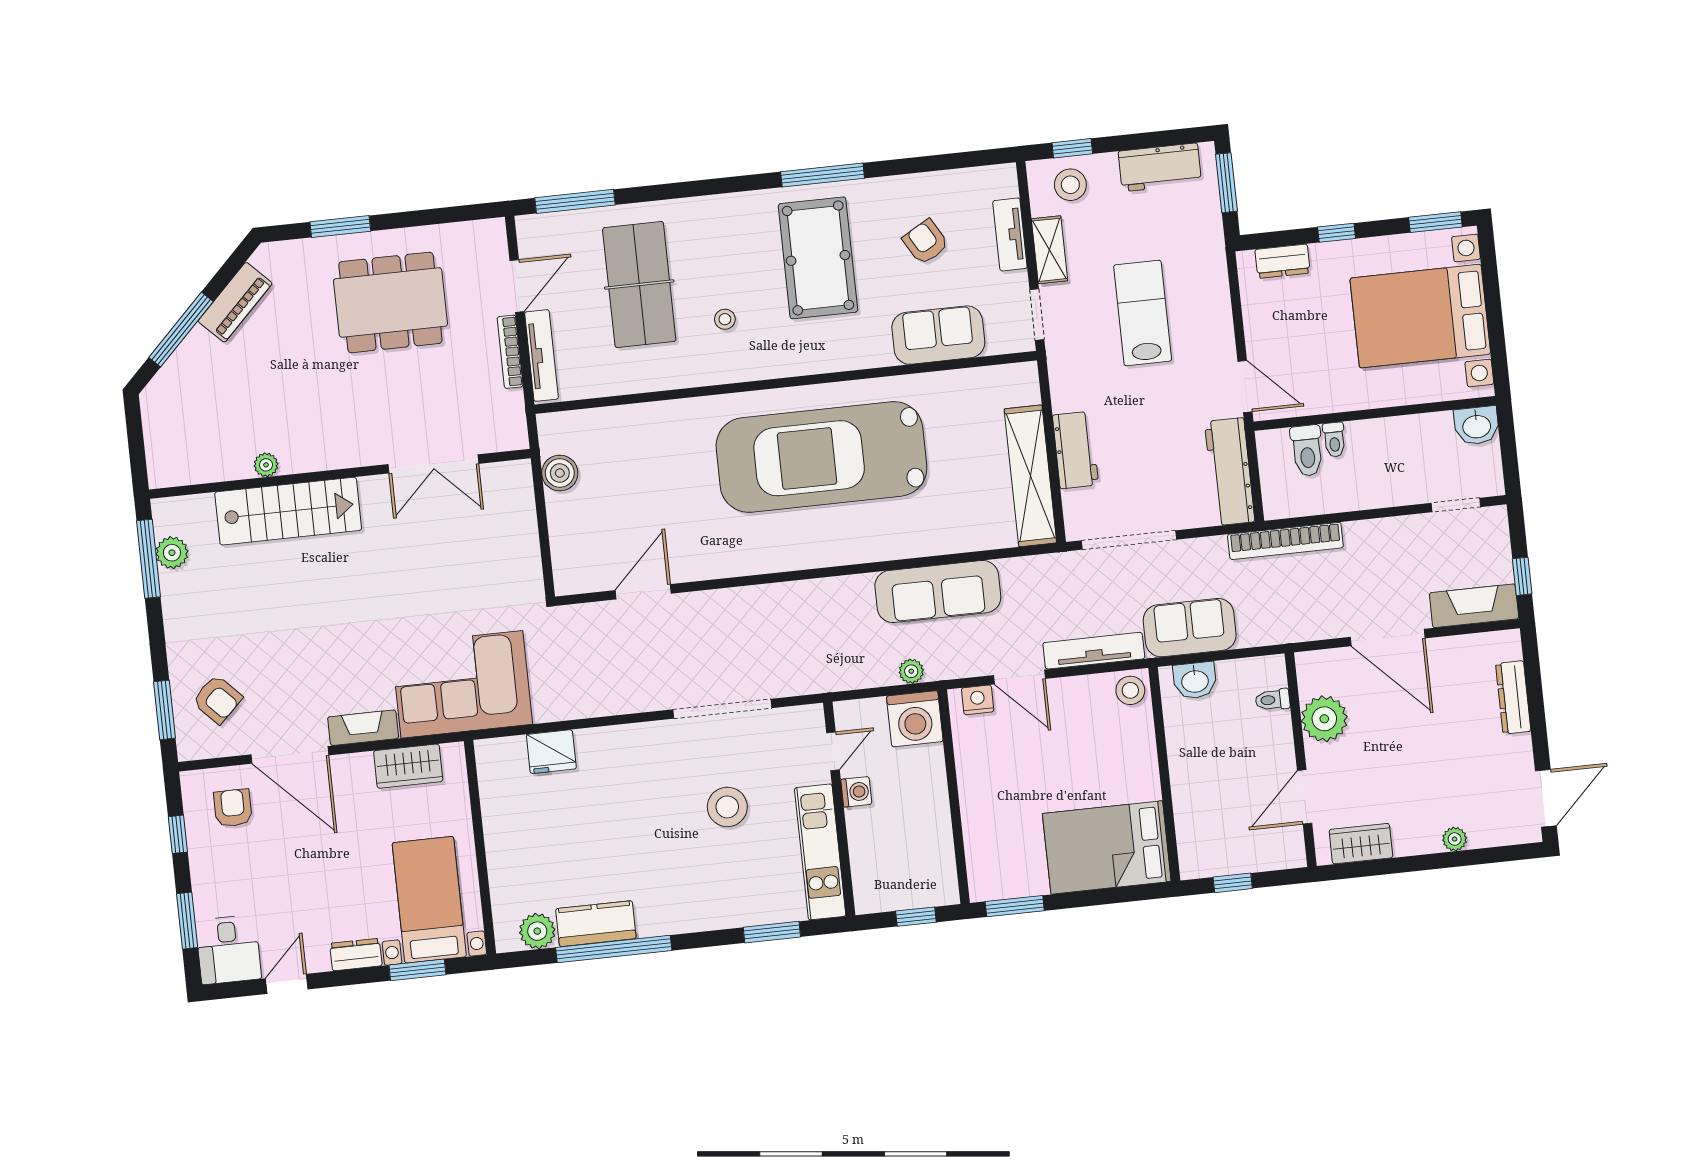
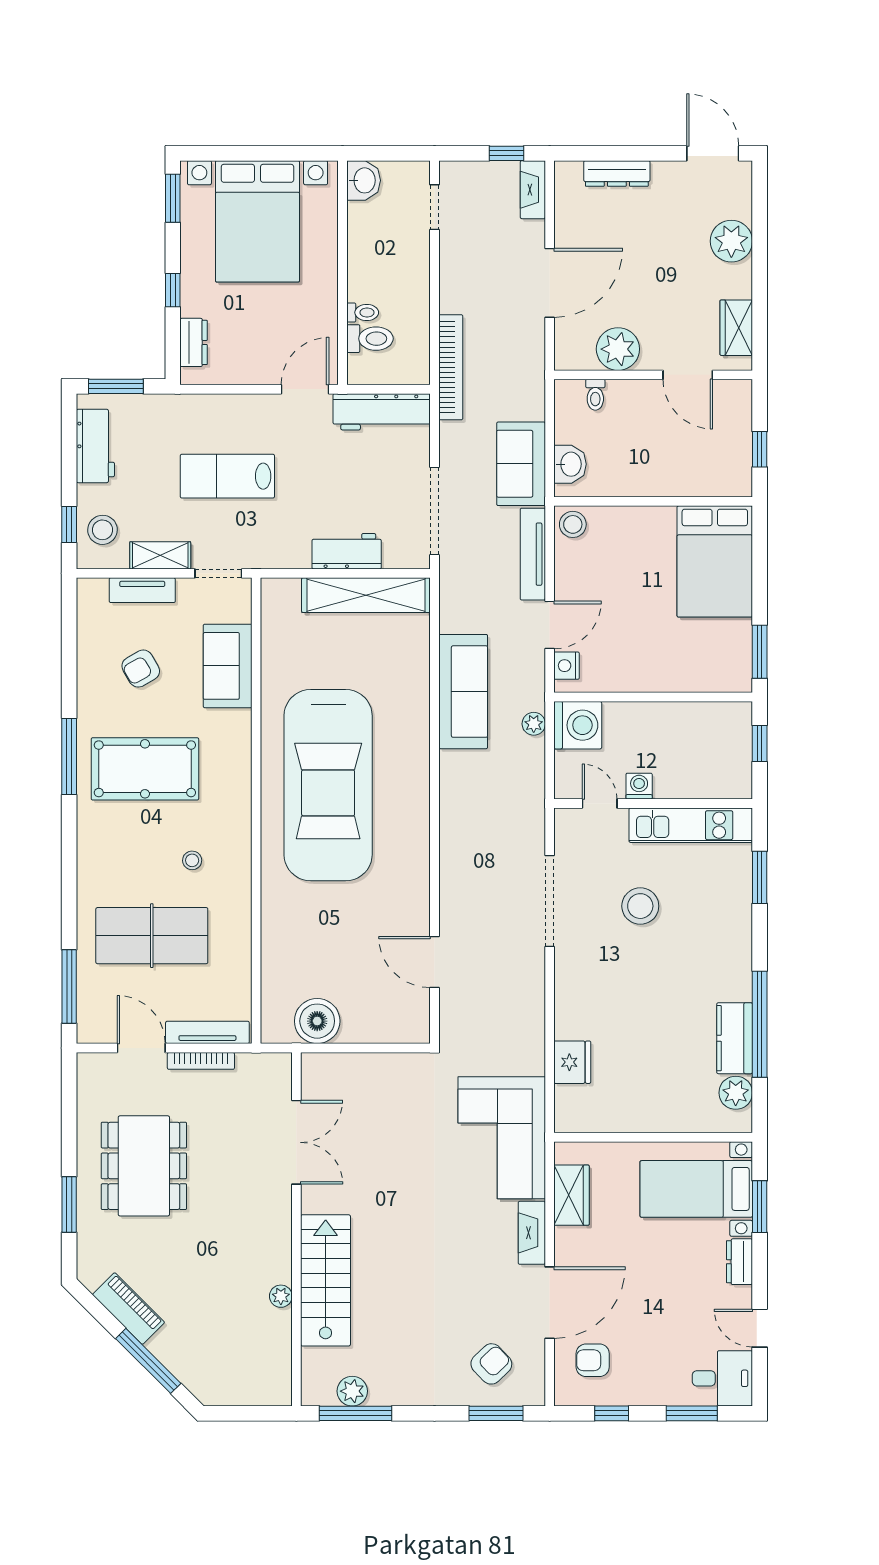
boiler: (560, 473) -> (317, 1021), width x1.37, depth x1.37
fireplace: (1474, 606) -> (533, 190), width x0.73, depth x0.76
plant: (1455, 839) -> (731, 241), width x1.88, depth x1.88

